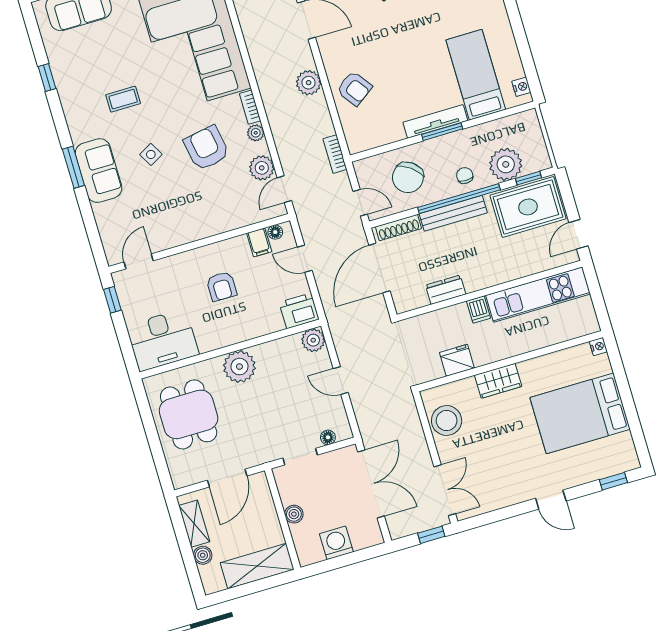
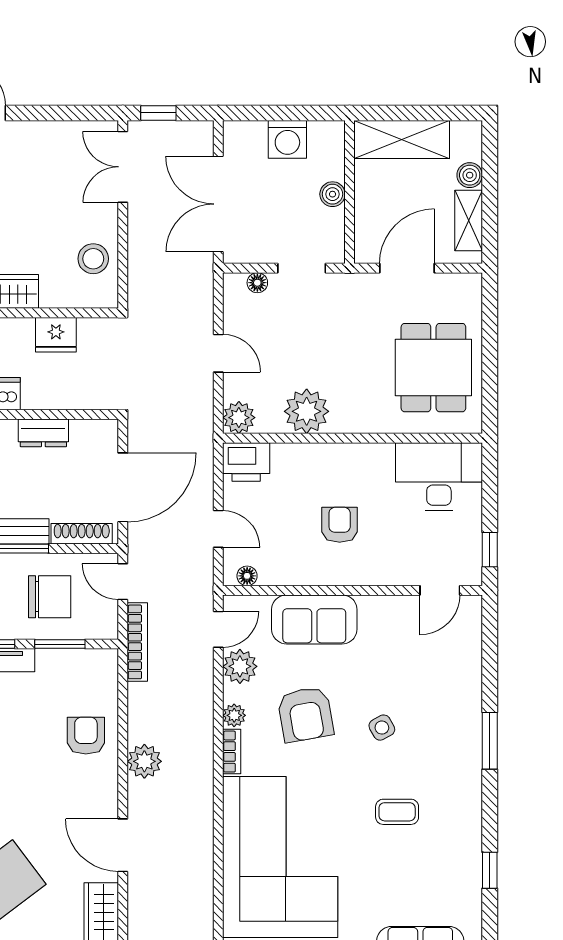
armchair: (354, 89) -> (86, 736), turned 36
window: (391, 147) -> (60, 644), added
bookcase: (335, 154) -> (137, 642), width x1.56
sofa: (99, 171) -> (314, 619), moved, turned -90
chair: (408, 177) -> (50, 597), turned 53
filing cabinet: (259, 242) -> (272, 568), removed
plant: (239, 367) -> (307, 411), moved
stool: (447, 421) -> (93, 259), width x0.73, depth x0.73

